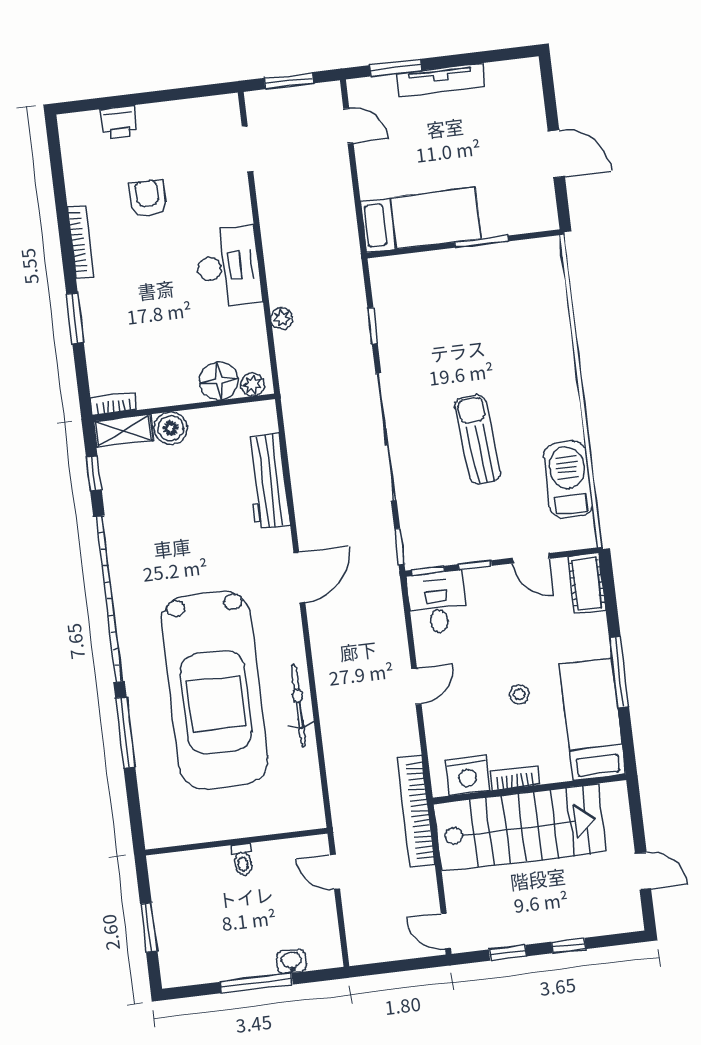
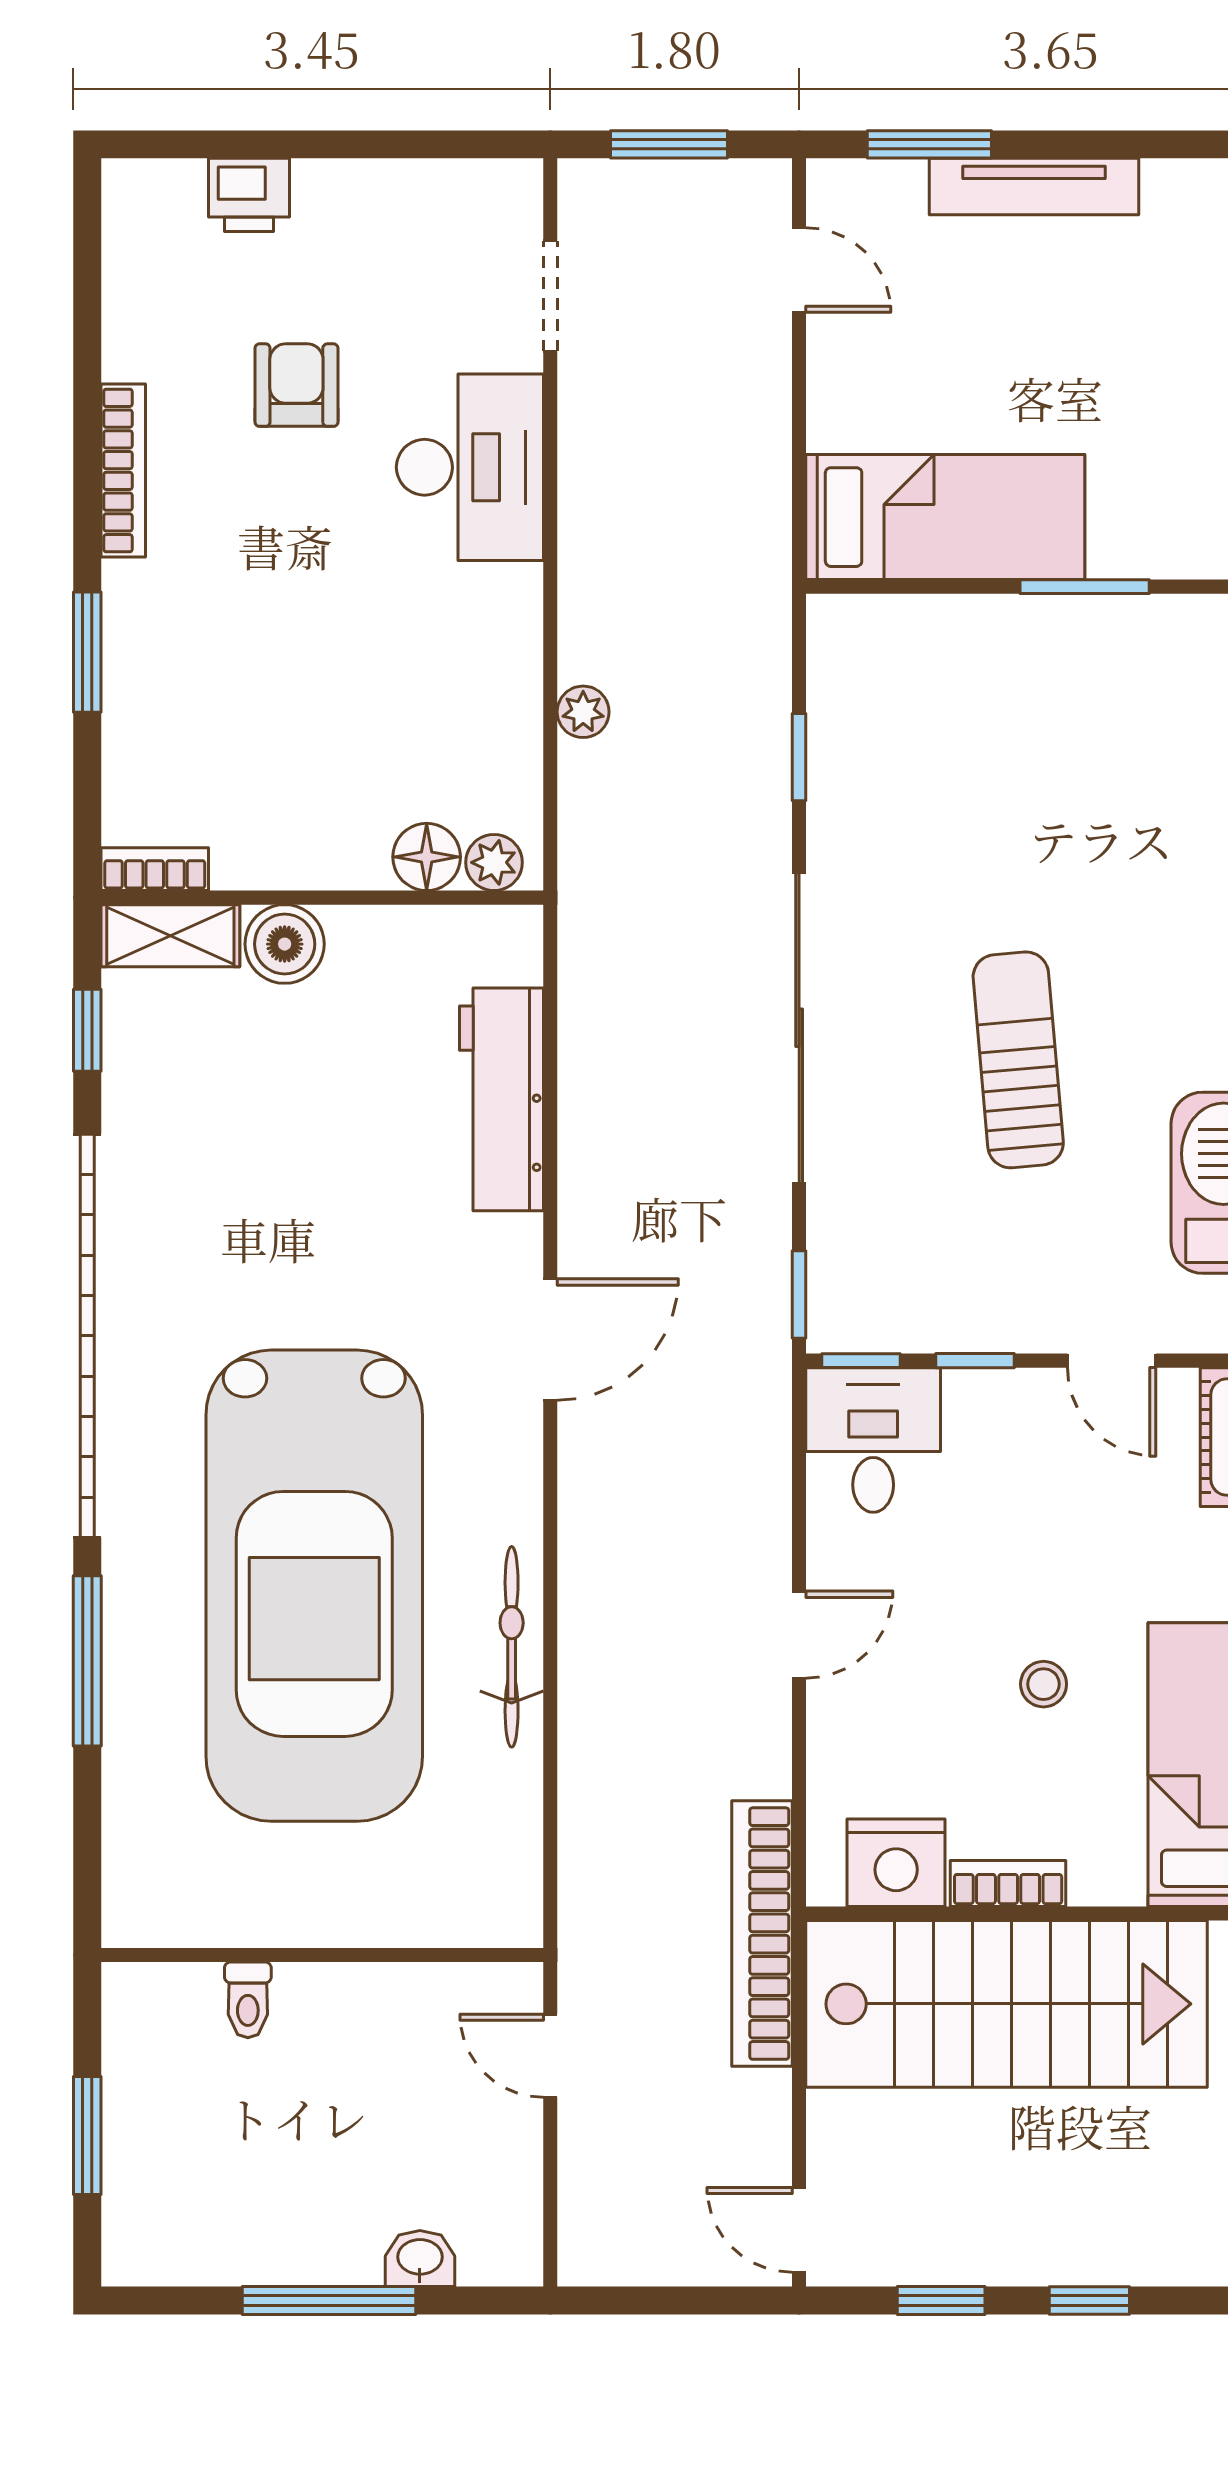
desk: (228, 267) -> (470, 467), moved
floor lamp: (219, 381) -> (427, 857), width x0.73, depth x0.73
toilet: (243, 860) -> (248, 2000), moved

